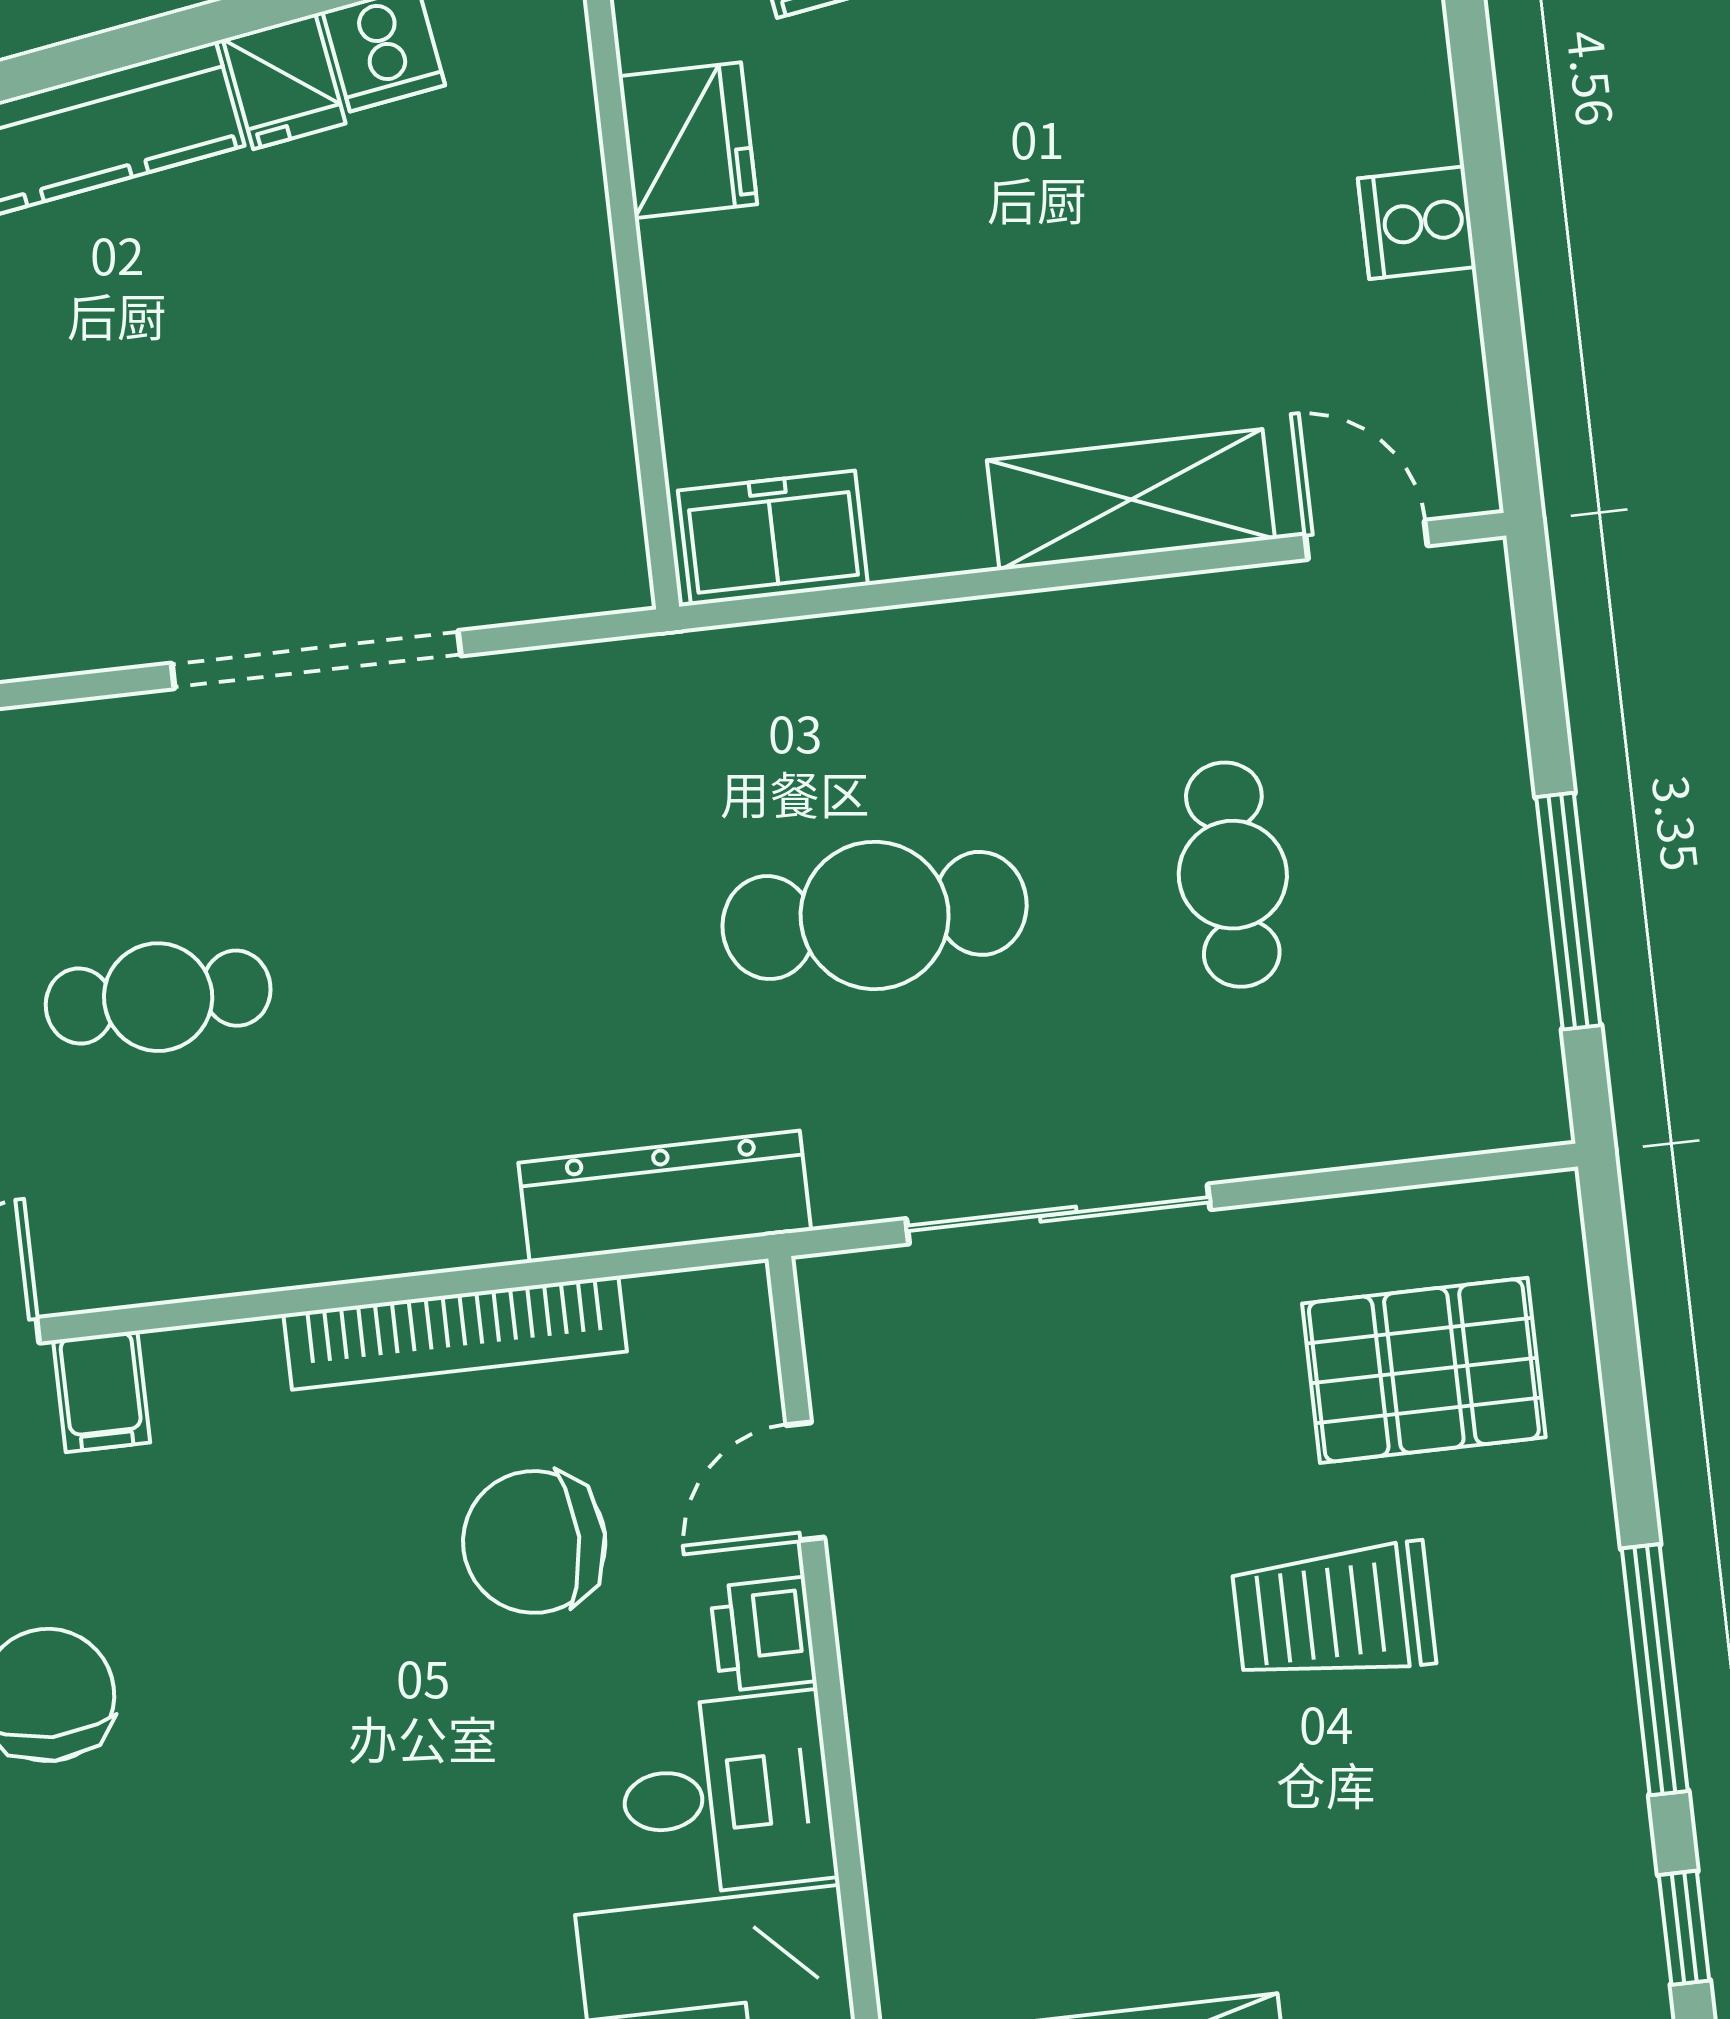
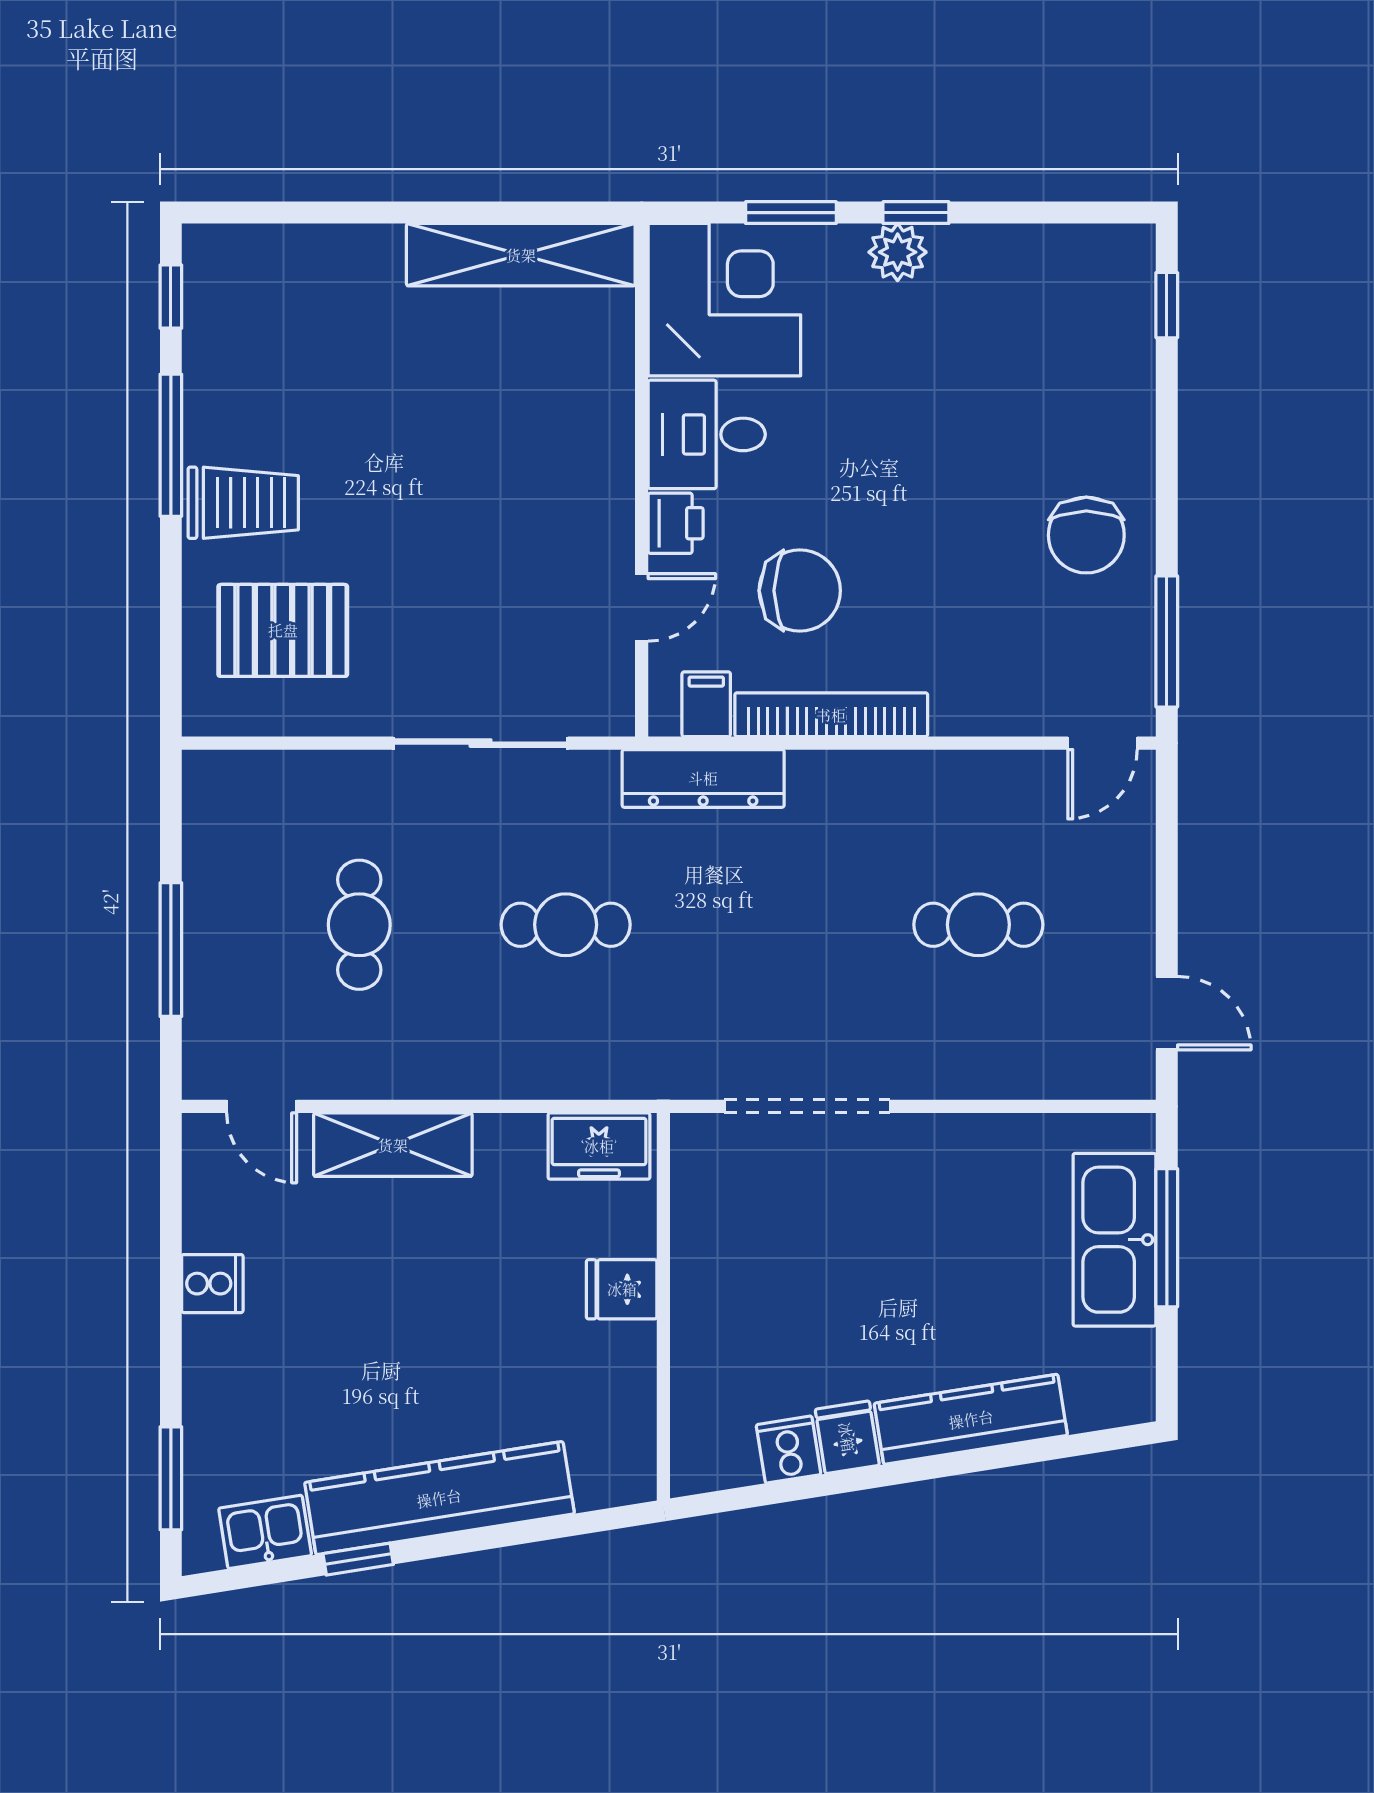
fridge: (688, 140) -> (622, 1289), moved, width x0.72
doorway: (316, 660) -> (807, 1106), moved
window: (1568, 911) -> (171, 950), moved
cafe table: (875, 915) -> (566, 925), width x0.73, depth x0.74
filing cabinet: (102, 1391) -> (706, 704), moved
trolley: (1334, 1612) -> (243, 503), moved

